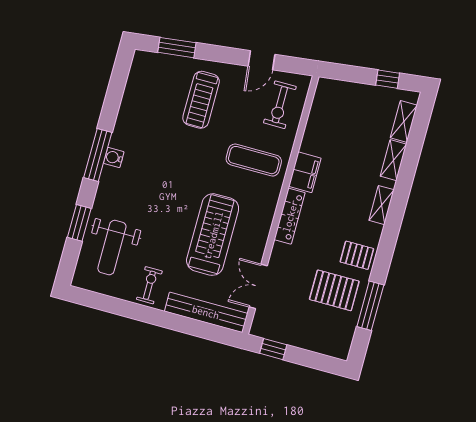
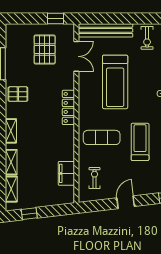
door: (261, 60) -> (126, 202), moved
treadmill: (201, 100) -> (140, 142), moved
exercise bike: (280, 105) -> (95, 178), width x0.73, depth x0.72
filing cabinet: (305, 172) -> (66, 173), moved
pallet: (334, 290) -> (45, 50), moved, turned 90

